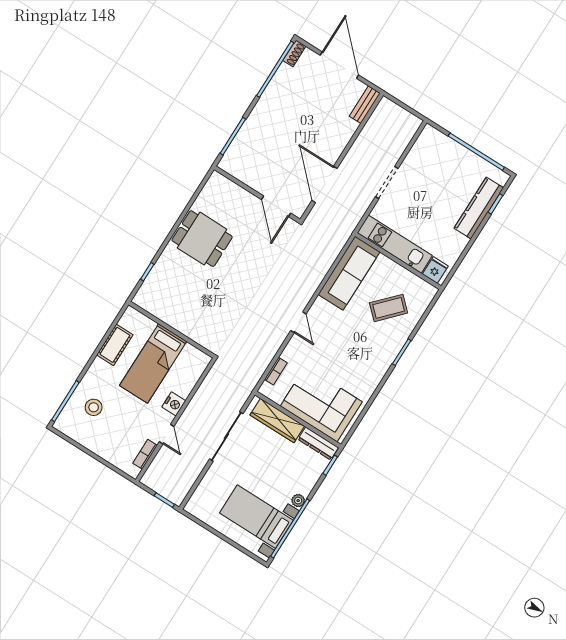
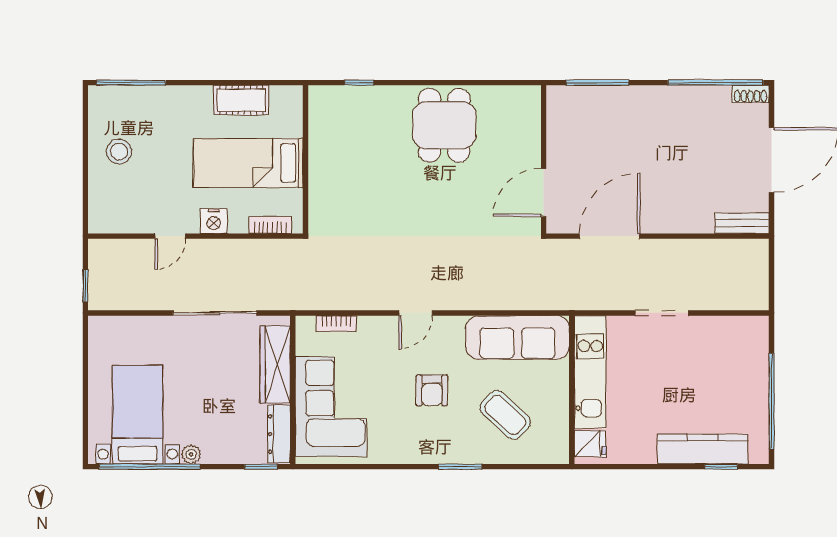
armchair: (348, 341) -> (432, 390), added
stool: (94, 407) -> (119, 151), moved
bookcase: (145, 454) -> (270, 225), moved

